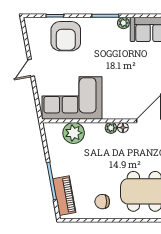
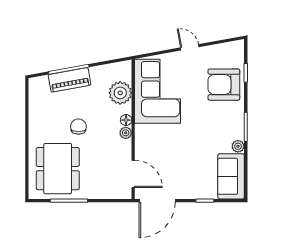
floor lamp: (123, 128) -> (126, 120), moved
piano: (64, 196) -> (70, 80), moved
chair: (102, 202) -> (78, 127), moved

